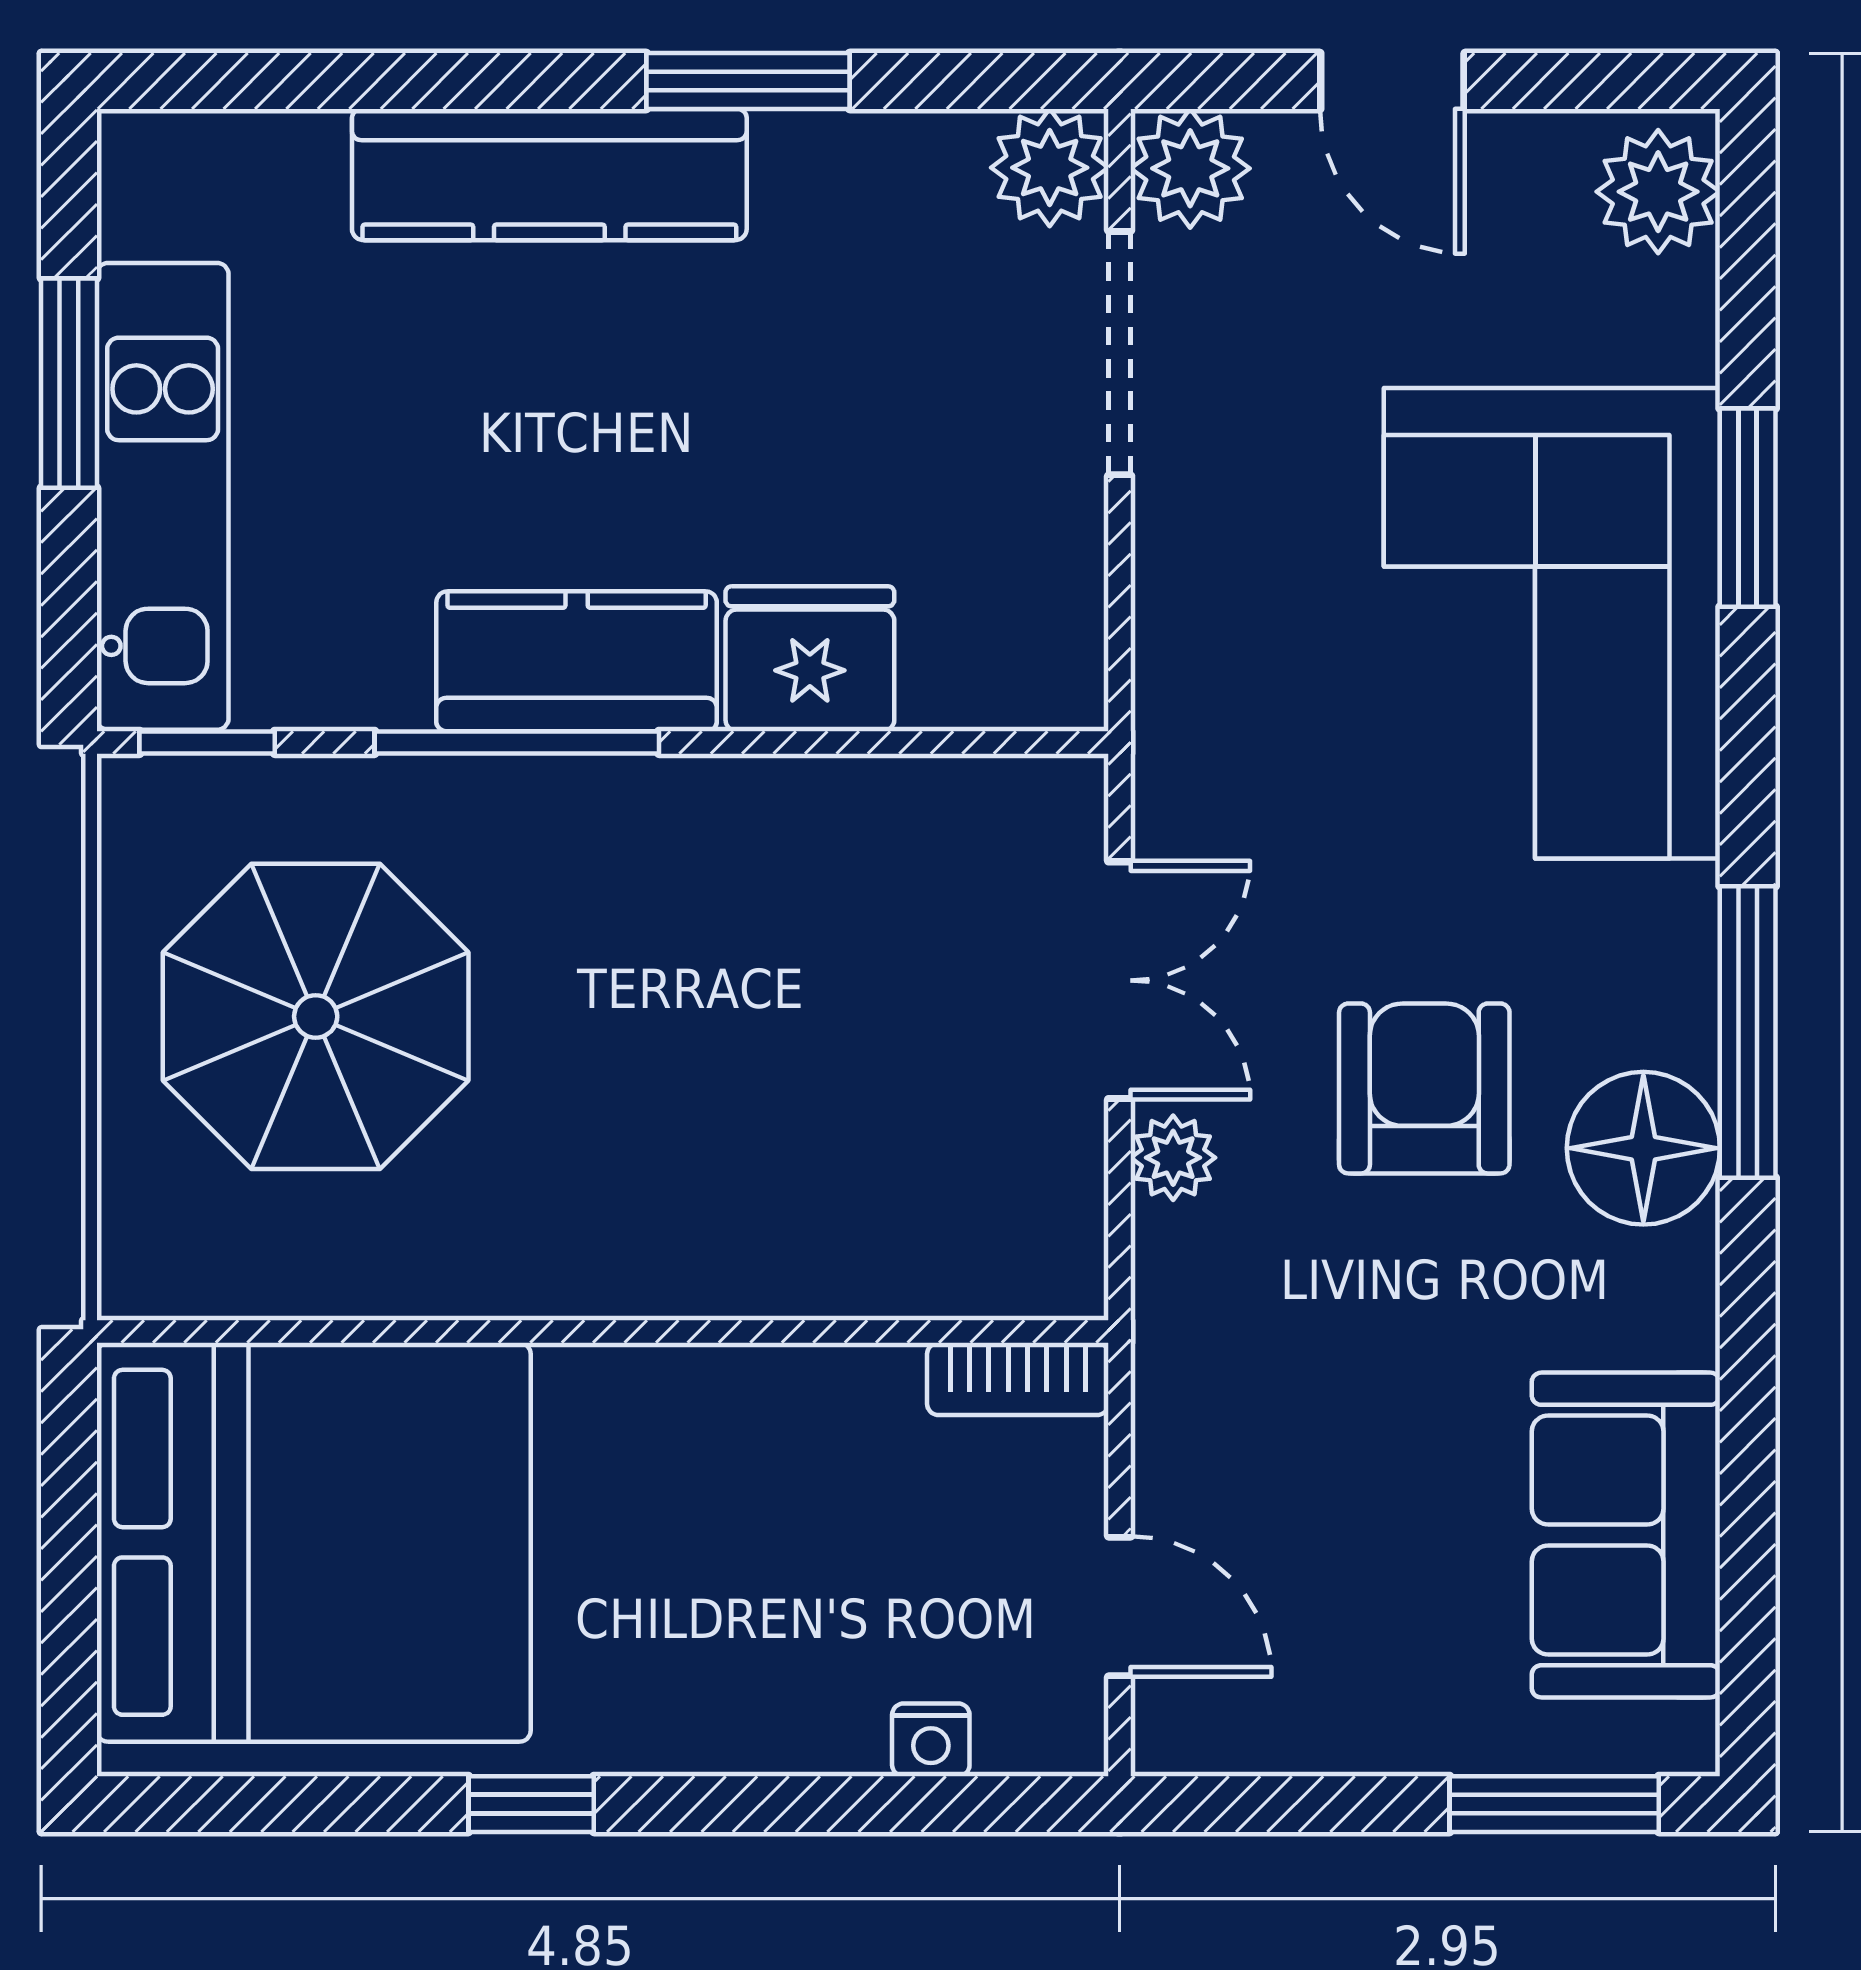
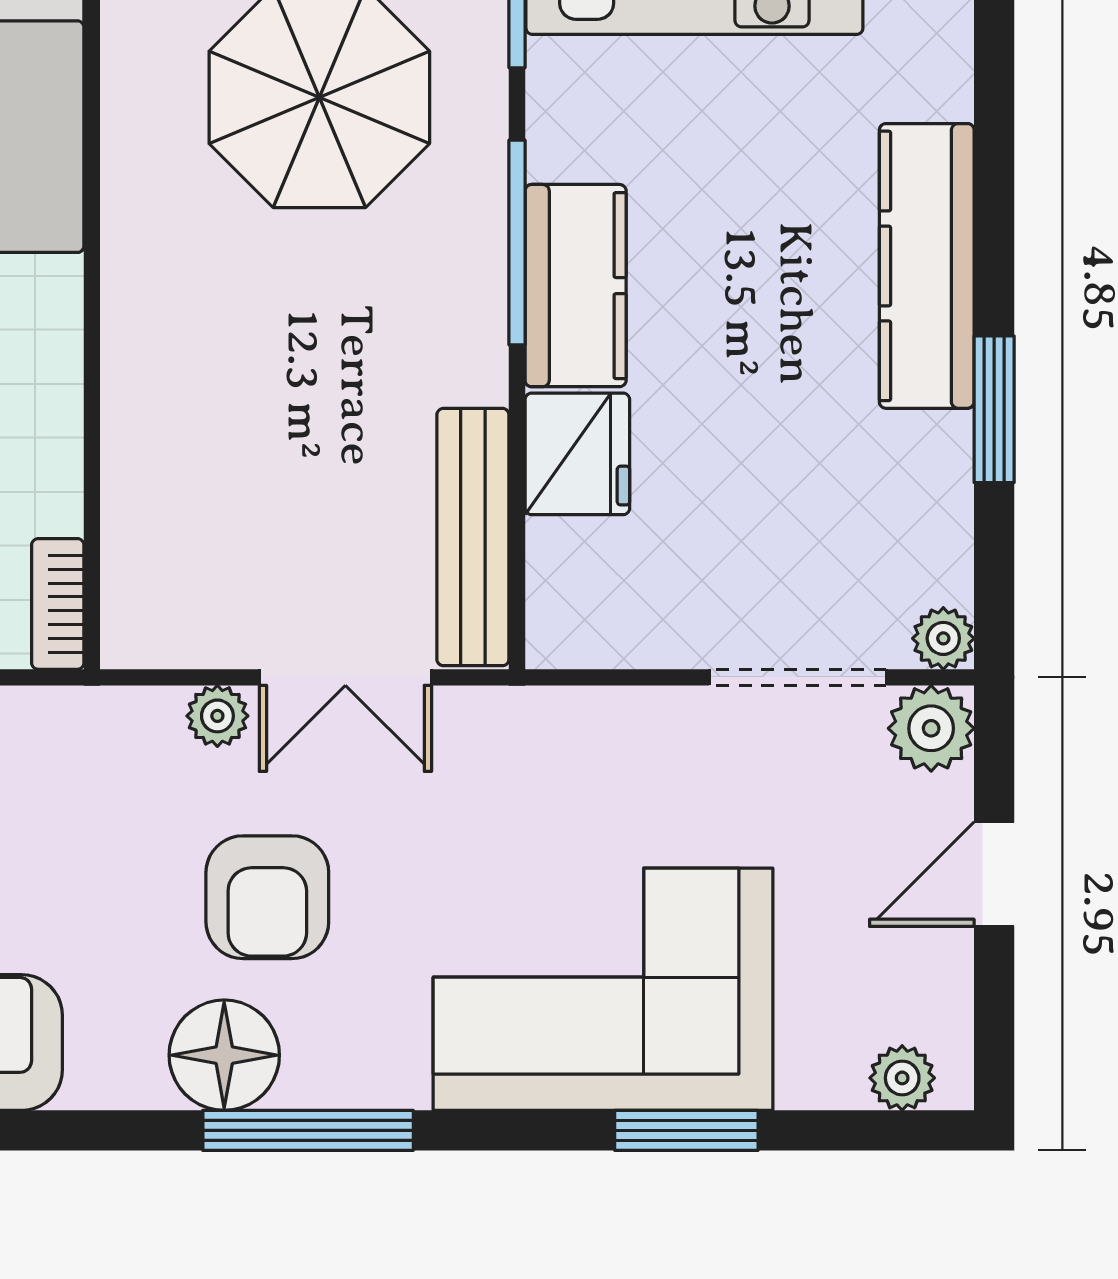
plant: (1050, 168) -> (943, 638), width x0.73, depth x0.73
plant: (1658, 192) -> (902, 1078), width x0.73, depth x0.73
bench: (925, 803) -> (473, 537), added
armchair: (1424, 1088) -> (267, 897), turned 90

